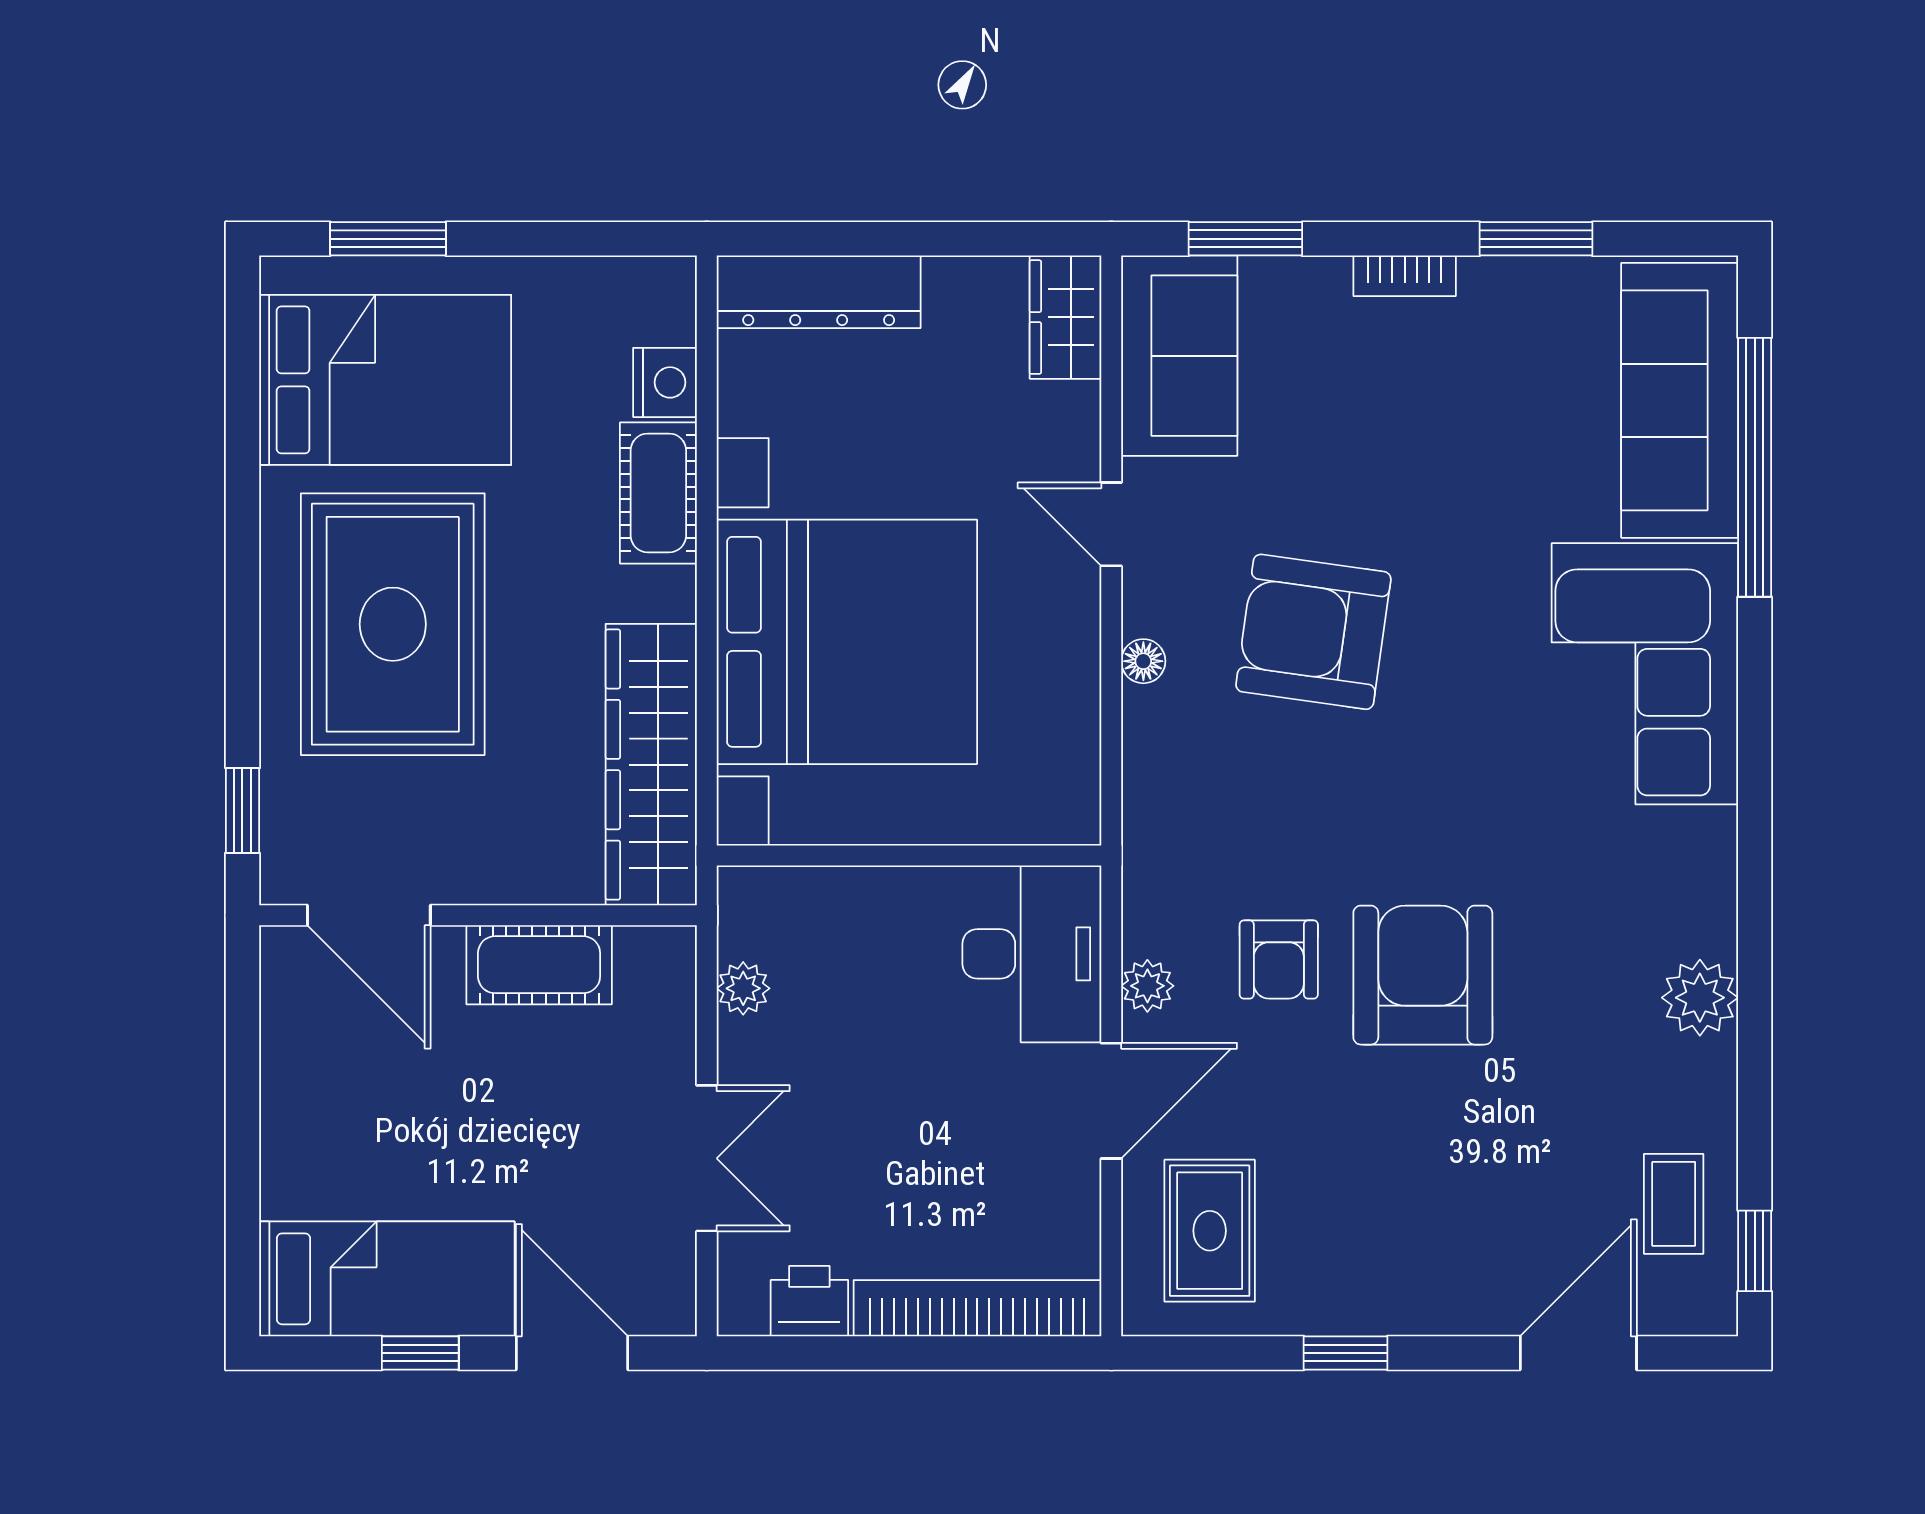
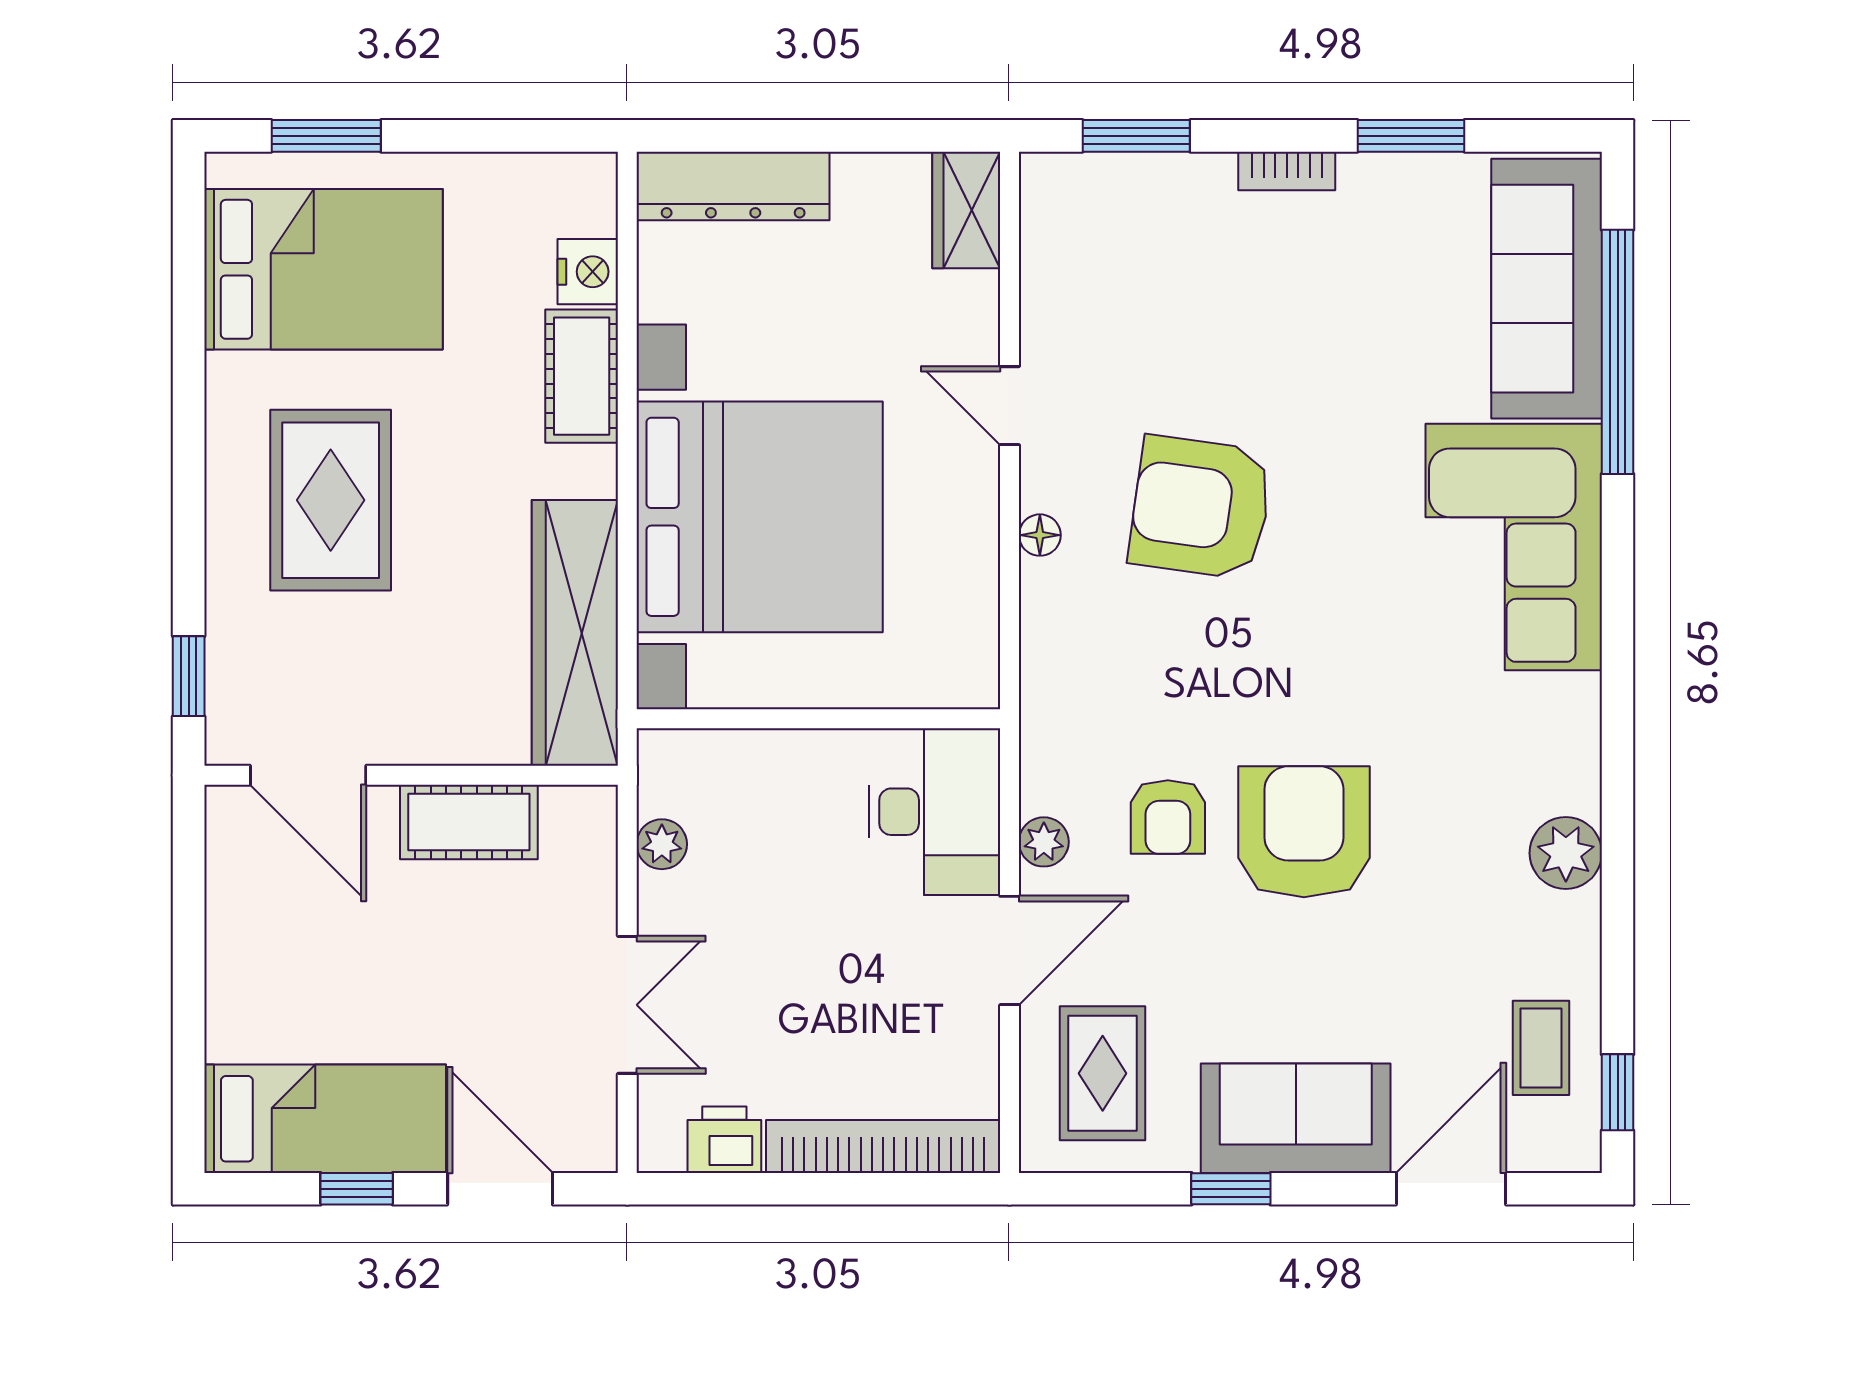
sofa: (1179, 356) -> (1296, 1118), moved, turned -90
rug: (393, 624) -> (331, 500), width x0.73, depth x0.69

